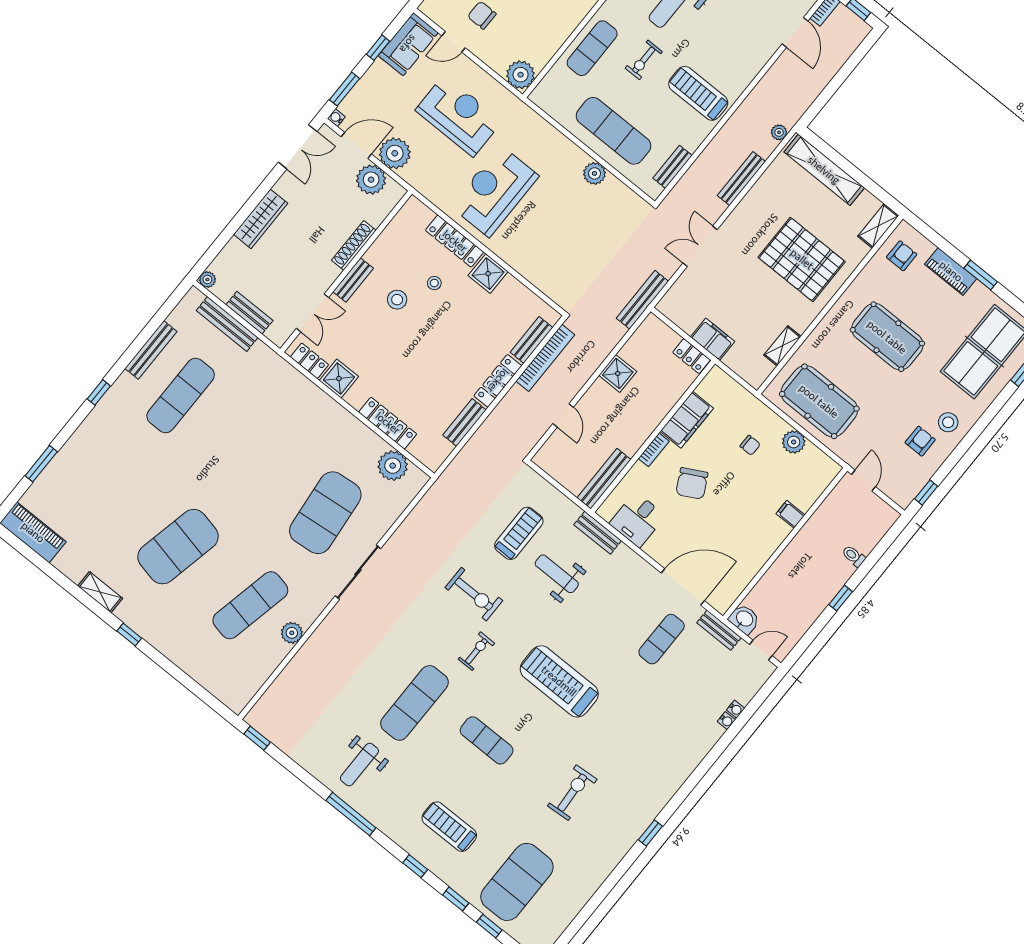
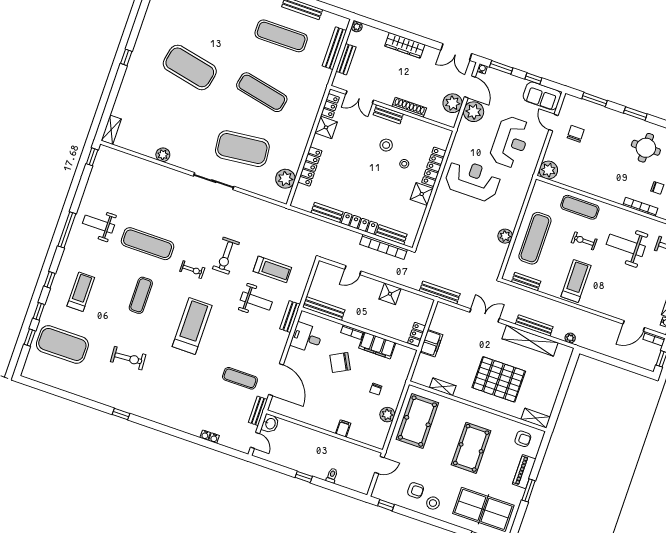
shelving: (824, 170) -> (530, 341), moved, turned 90
pallet: (802, 259) -> (499, 379), turned 90
weight bench: (557, 574) -> (256, 301), turned 90
shelving: (100, 592) -> (111, 130), moved
exercise mat: (250, 605) -> (262, 92), moved

